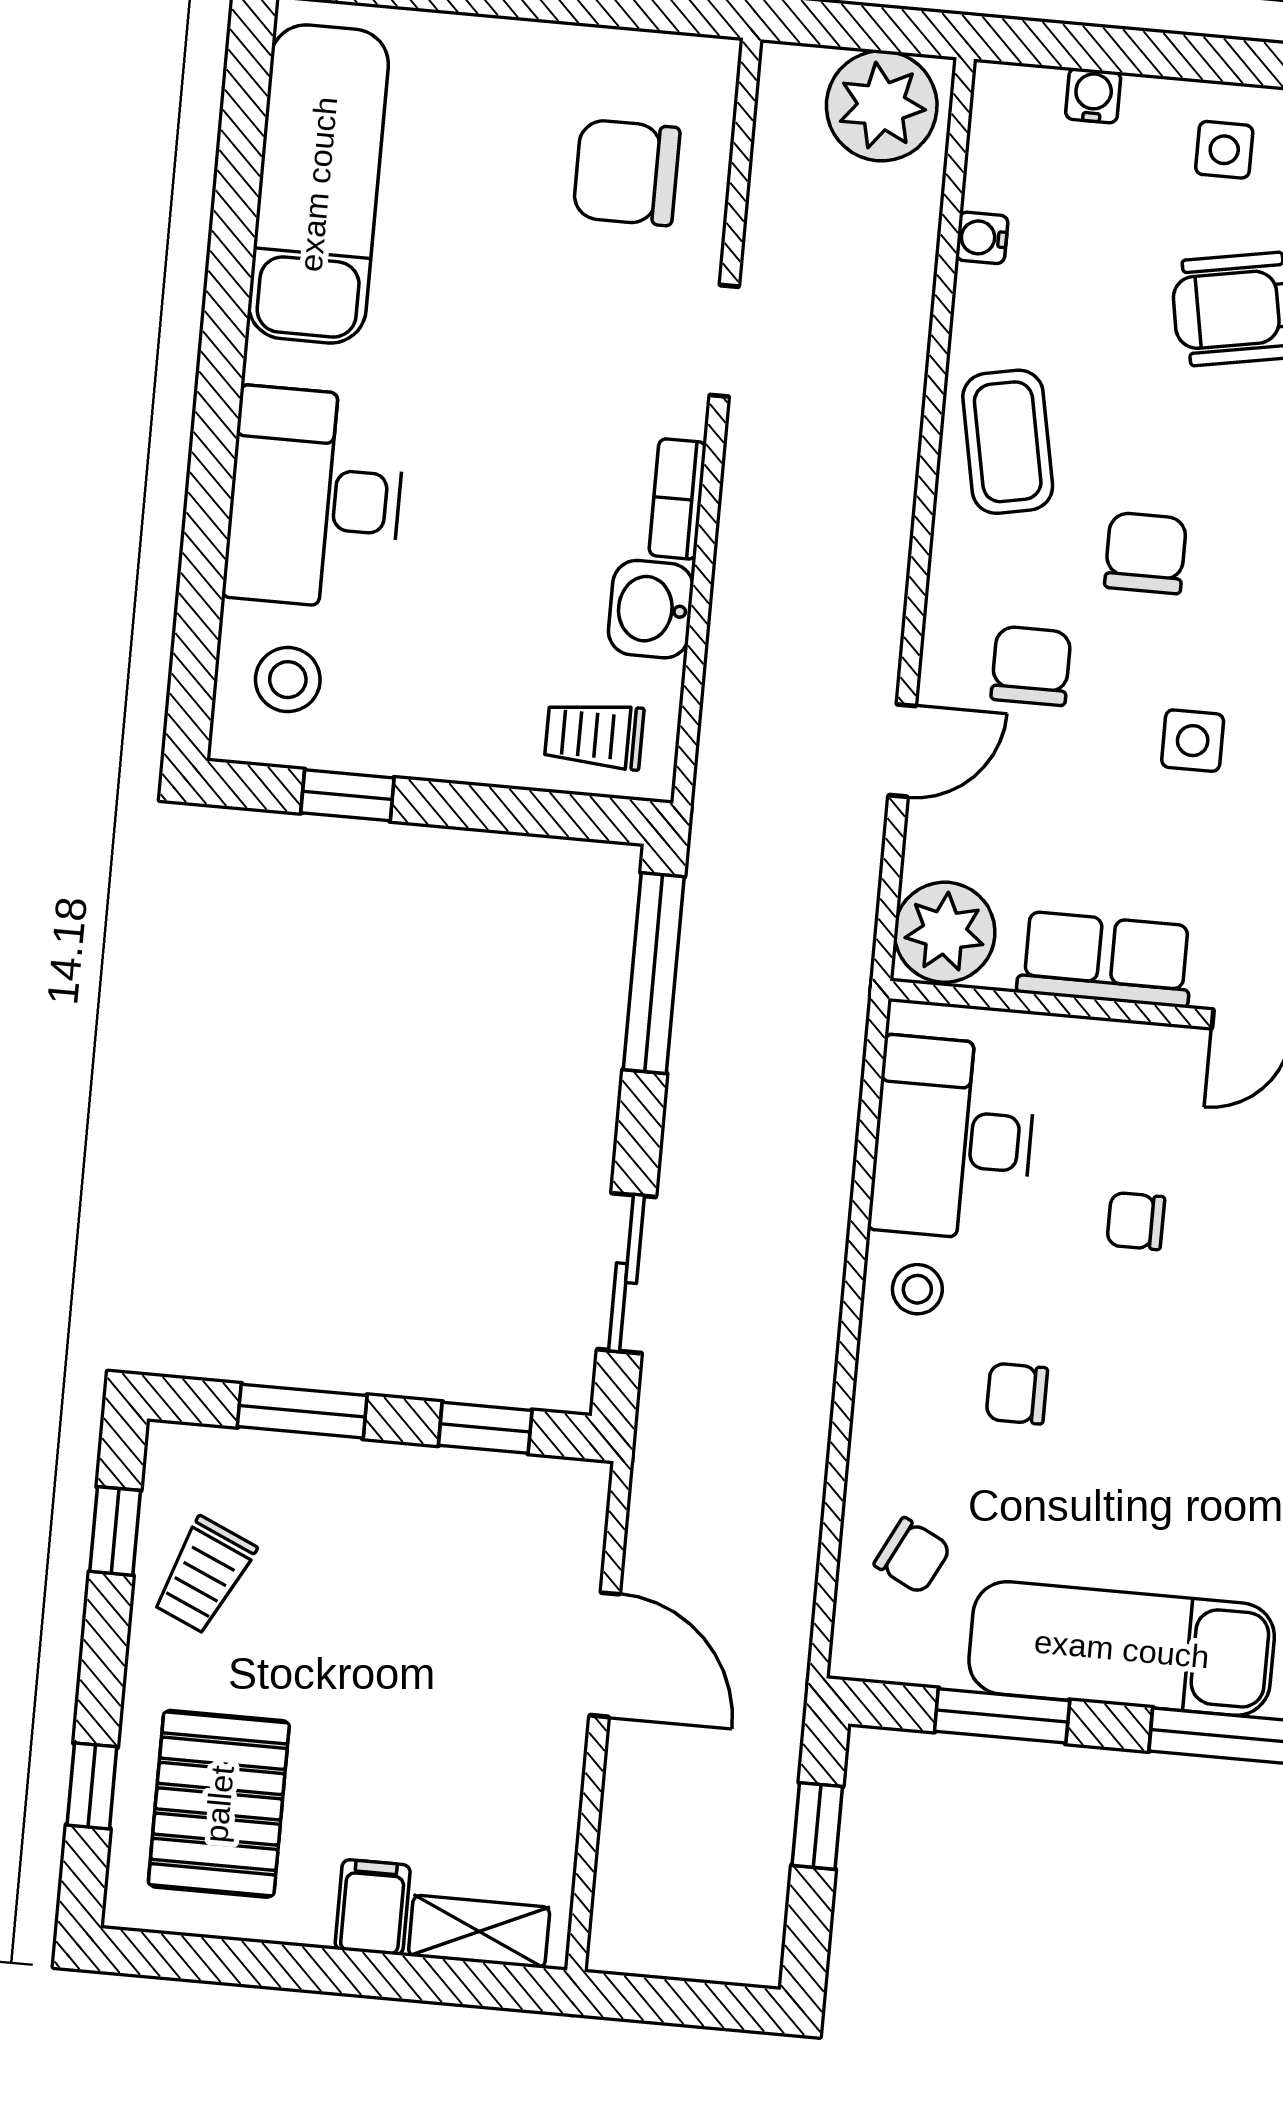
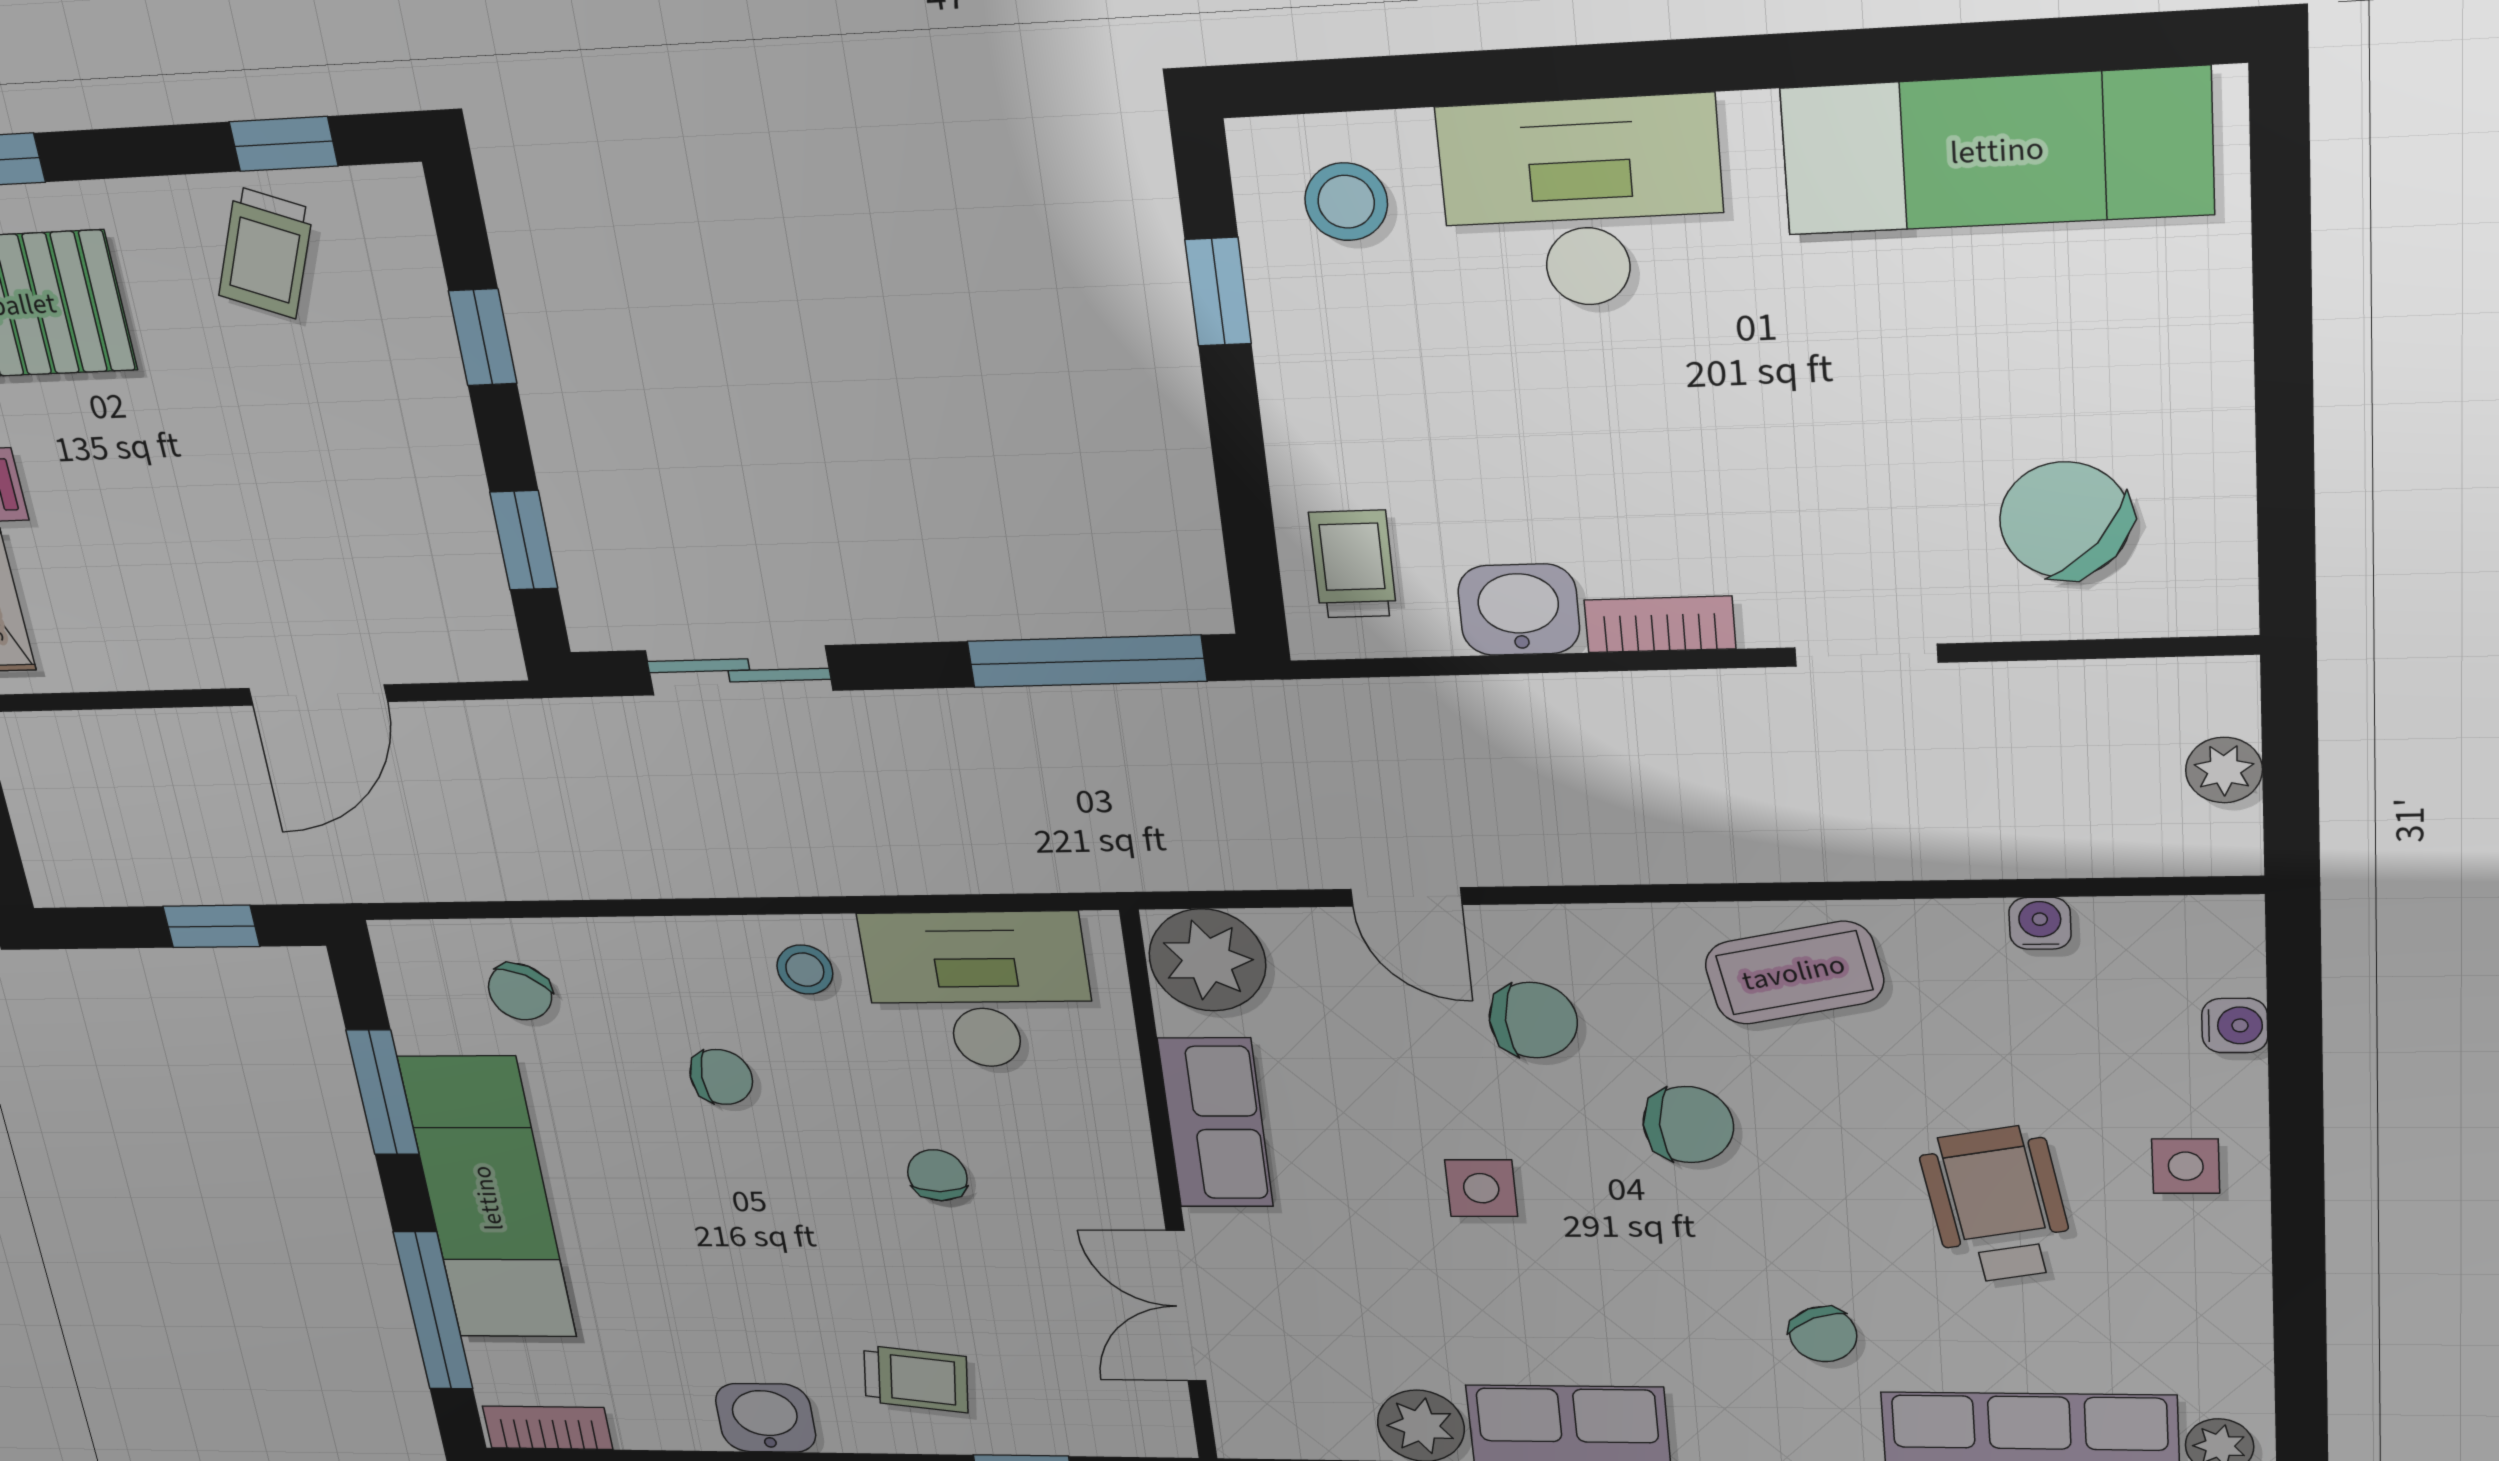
plant: (882, 106) -> (2224, 770), width x0.53, depth x0.53
chair: (626, 172) -> (2065, 520), turned -49
chair: (1017, 1394) -> (721, 1077), turned 90
window: (302, 1411) -> (483, 337), width x0.67
trolley: (204, 1575) -> (266, 252), turned -93

